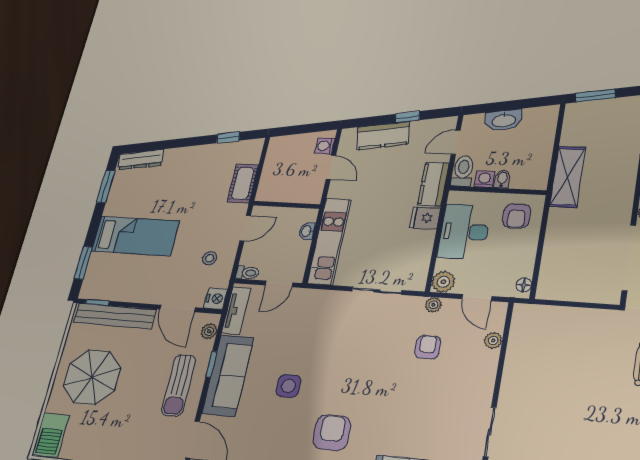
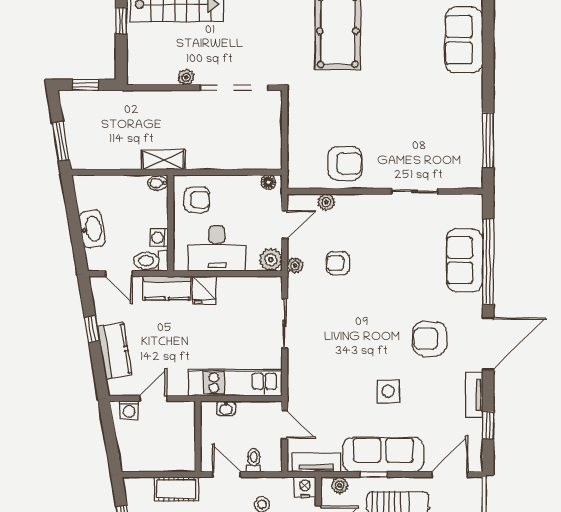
shelving: (568, 177) -> (163, 160), width x0.67, depth x0.75
bidet: (502, 179) -> (158, 183), moved
toilet: (248, 273) -> (254, 460), moved
armchair: (531, 363) -> (345, 163), added

